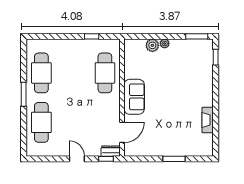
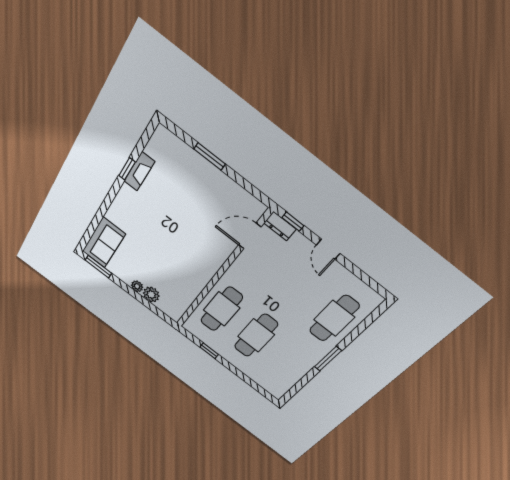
window: (216, 57) -> (127, 169), moved
cafe table: (41, 73) -> (256, 335), moved
sofa: (134, 97) -> (104, 243), moved, turned 180

